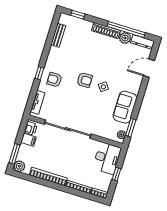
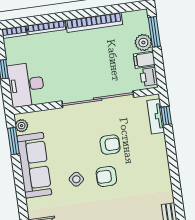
window: (39, 73) -> (166, 116), moved
armchair: (55, 80) -> (110, 145), moved
sofa: (125, 107) -> (34, 165), width x1.36
plant: (19, 166) -> (143, 43), moved

